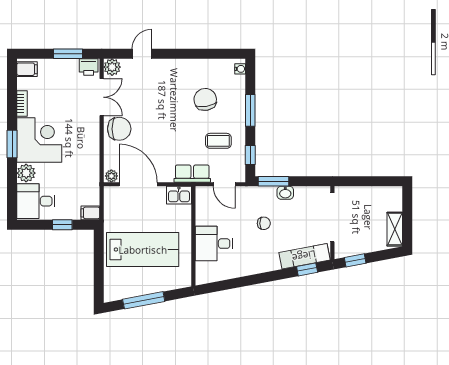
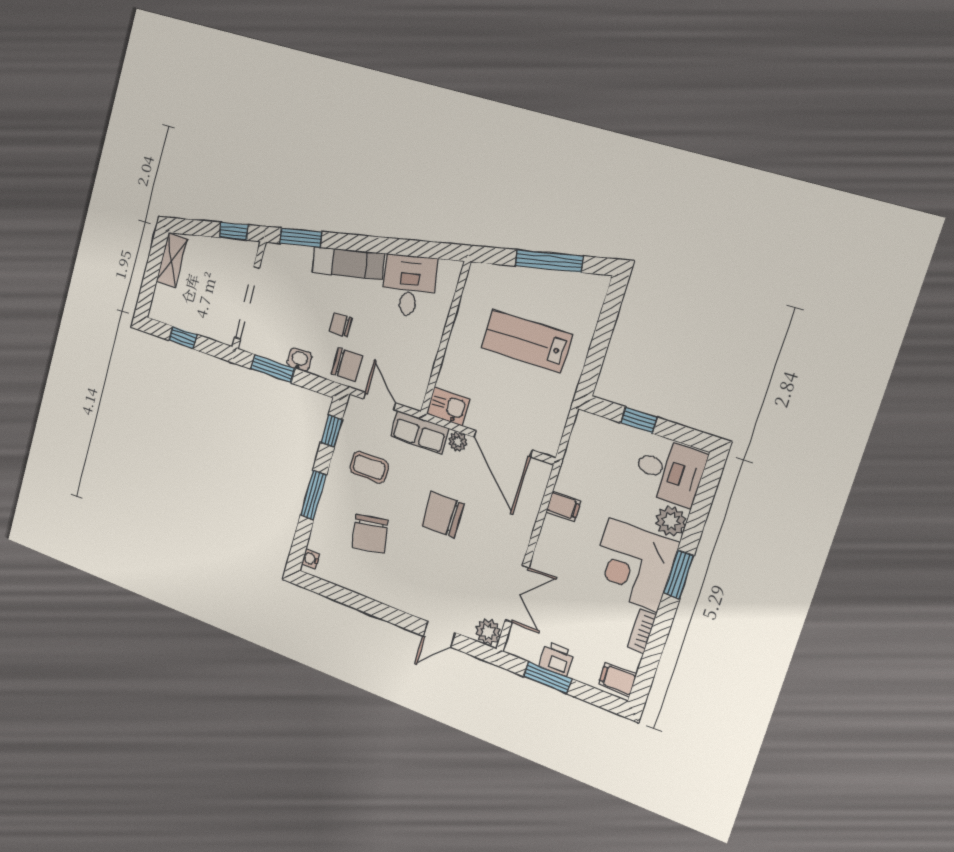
printer: (89, 67) -> (557, 659), moved
double door: (102, 97) -> (517, 594), swing flipped
chair: (119, 129) -> (443, 515), moved
plant: (111, 176) -> (458, 442), moved
window: (274, 181) -> (273, 369), moved
window: (372, 181) -> (183, 337), added
chair: (252, 200) -> (347, 365), added
filing cabinet: (90, 213) -> (563, 506), moved
desk: (214, 244) -> (409, 285), moved, turned -101
lab bench: (143, 250) -> (526, 341), width x0.73, depth x0.72
exam couch: (304, 256) -> (348, 263), moved
window: (307, 269) -> (301, 238), width x1.50

